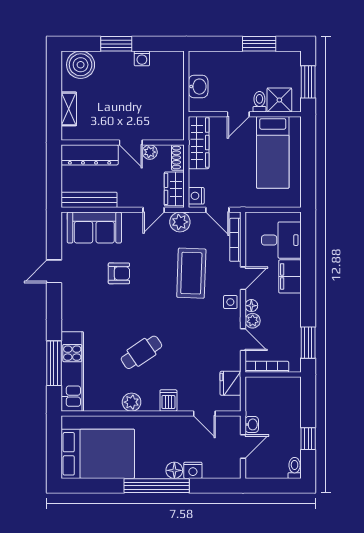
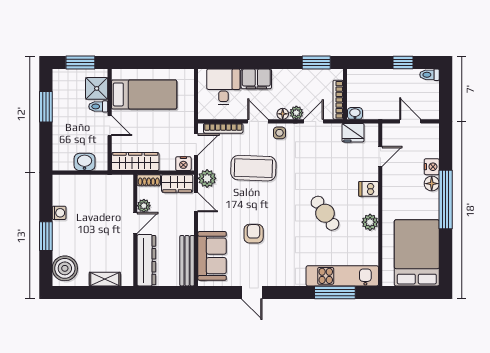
washbasin: (252, 424) -> (355, 113), moved

